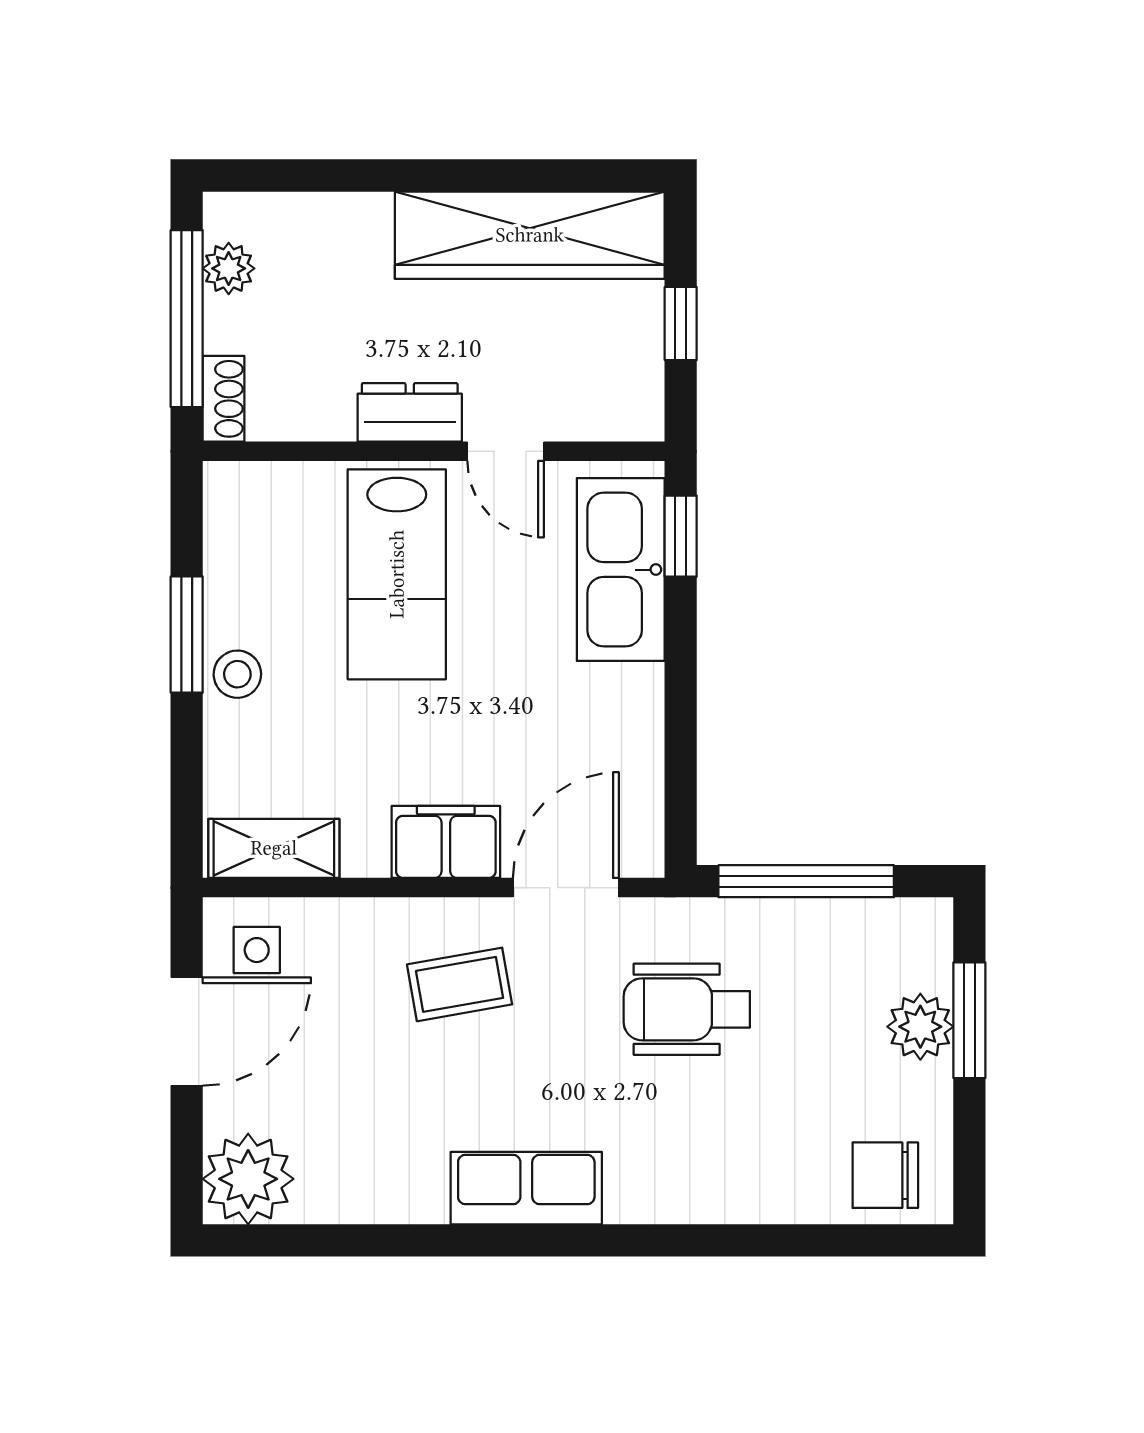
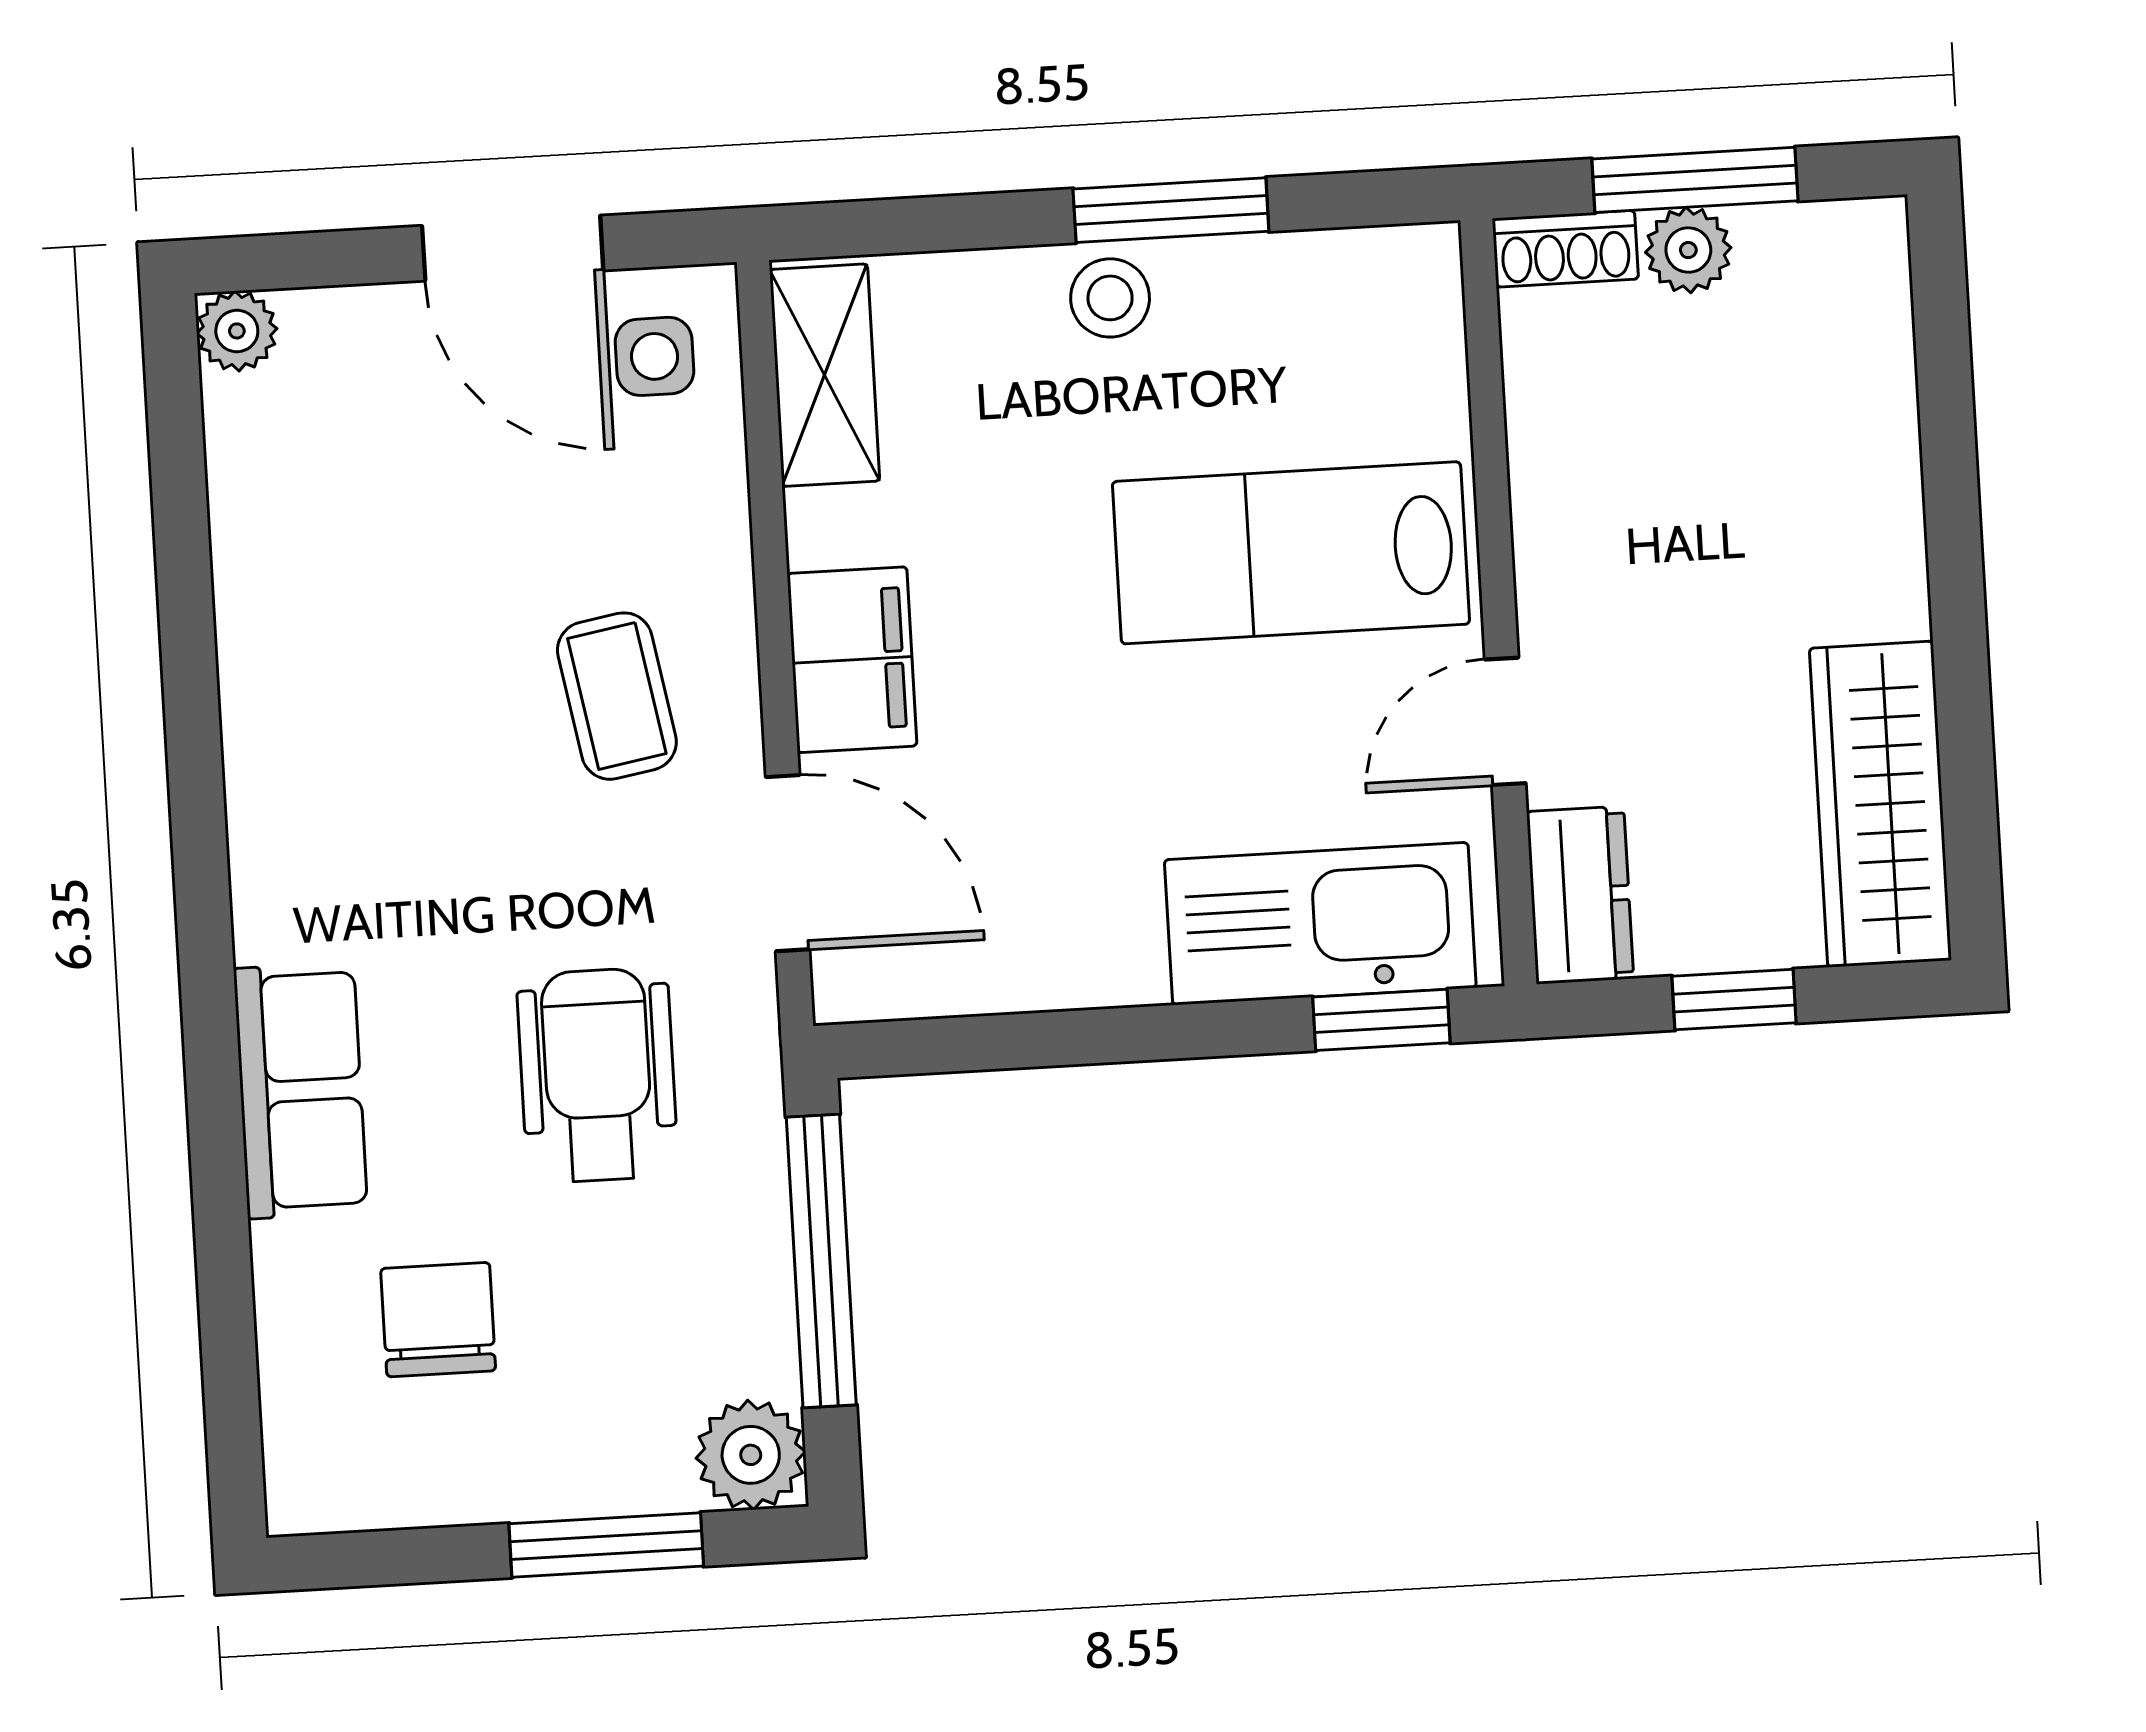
wardrobe: (530, 235) -> (1880, 804), width x0.71, depth x0.85
plant: (229, 268) -> (1688, 250), moved
window: (187, 319) -> (1695, 180), width x0.69
dresser: (410, 412) -> (1580, 895), moved
plant: (920, 1027) -> (751, 1455), moved
chair: (885, 1175) -> (438, 1320), moved
plant: (248, 1179) -> (237, 331), width x0.53, depth x0.53
row of seats: (526, 1188) -> (301, 1090), moved

